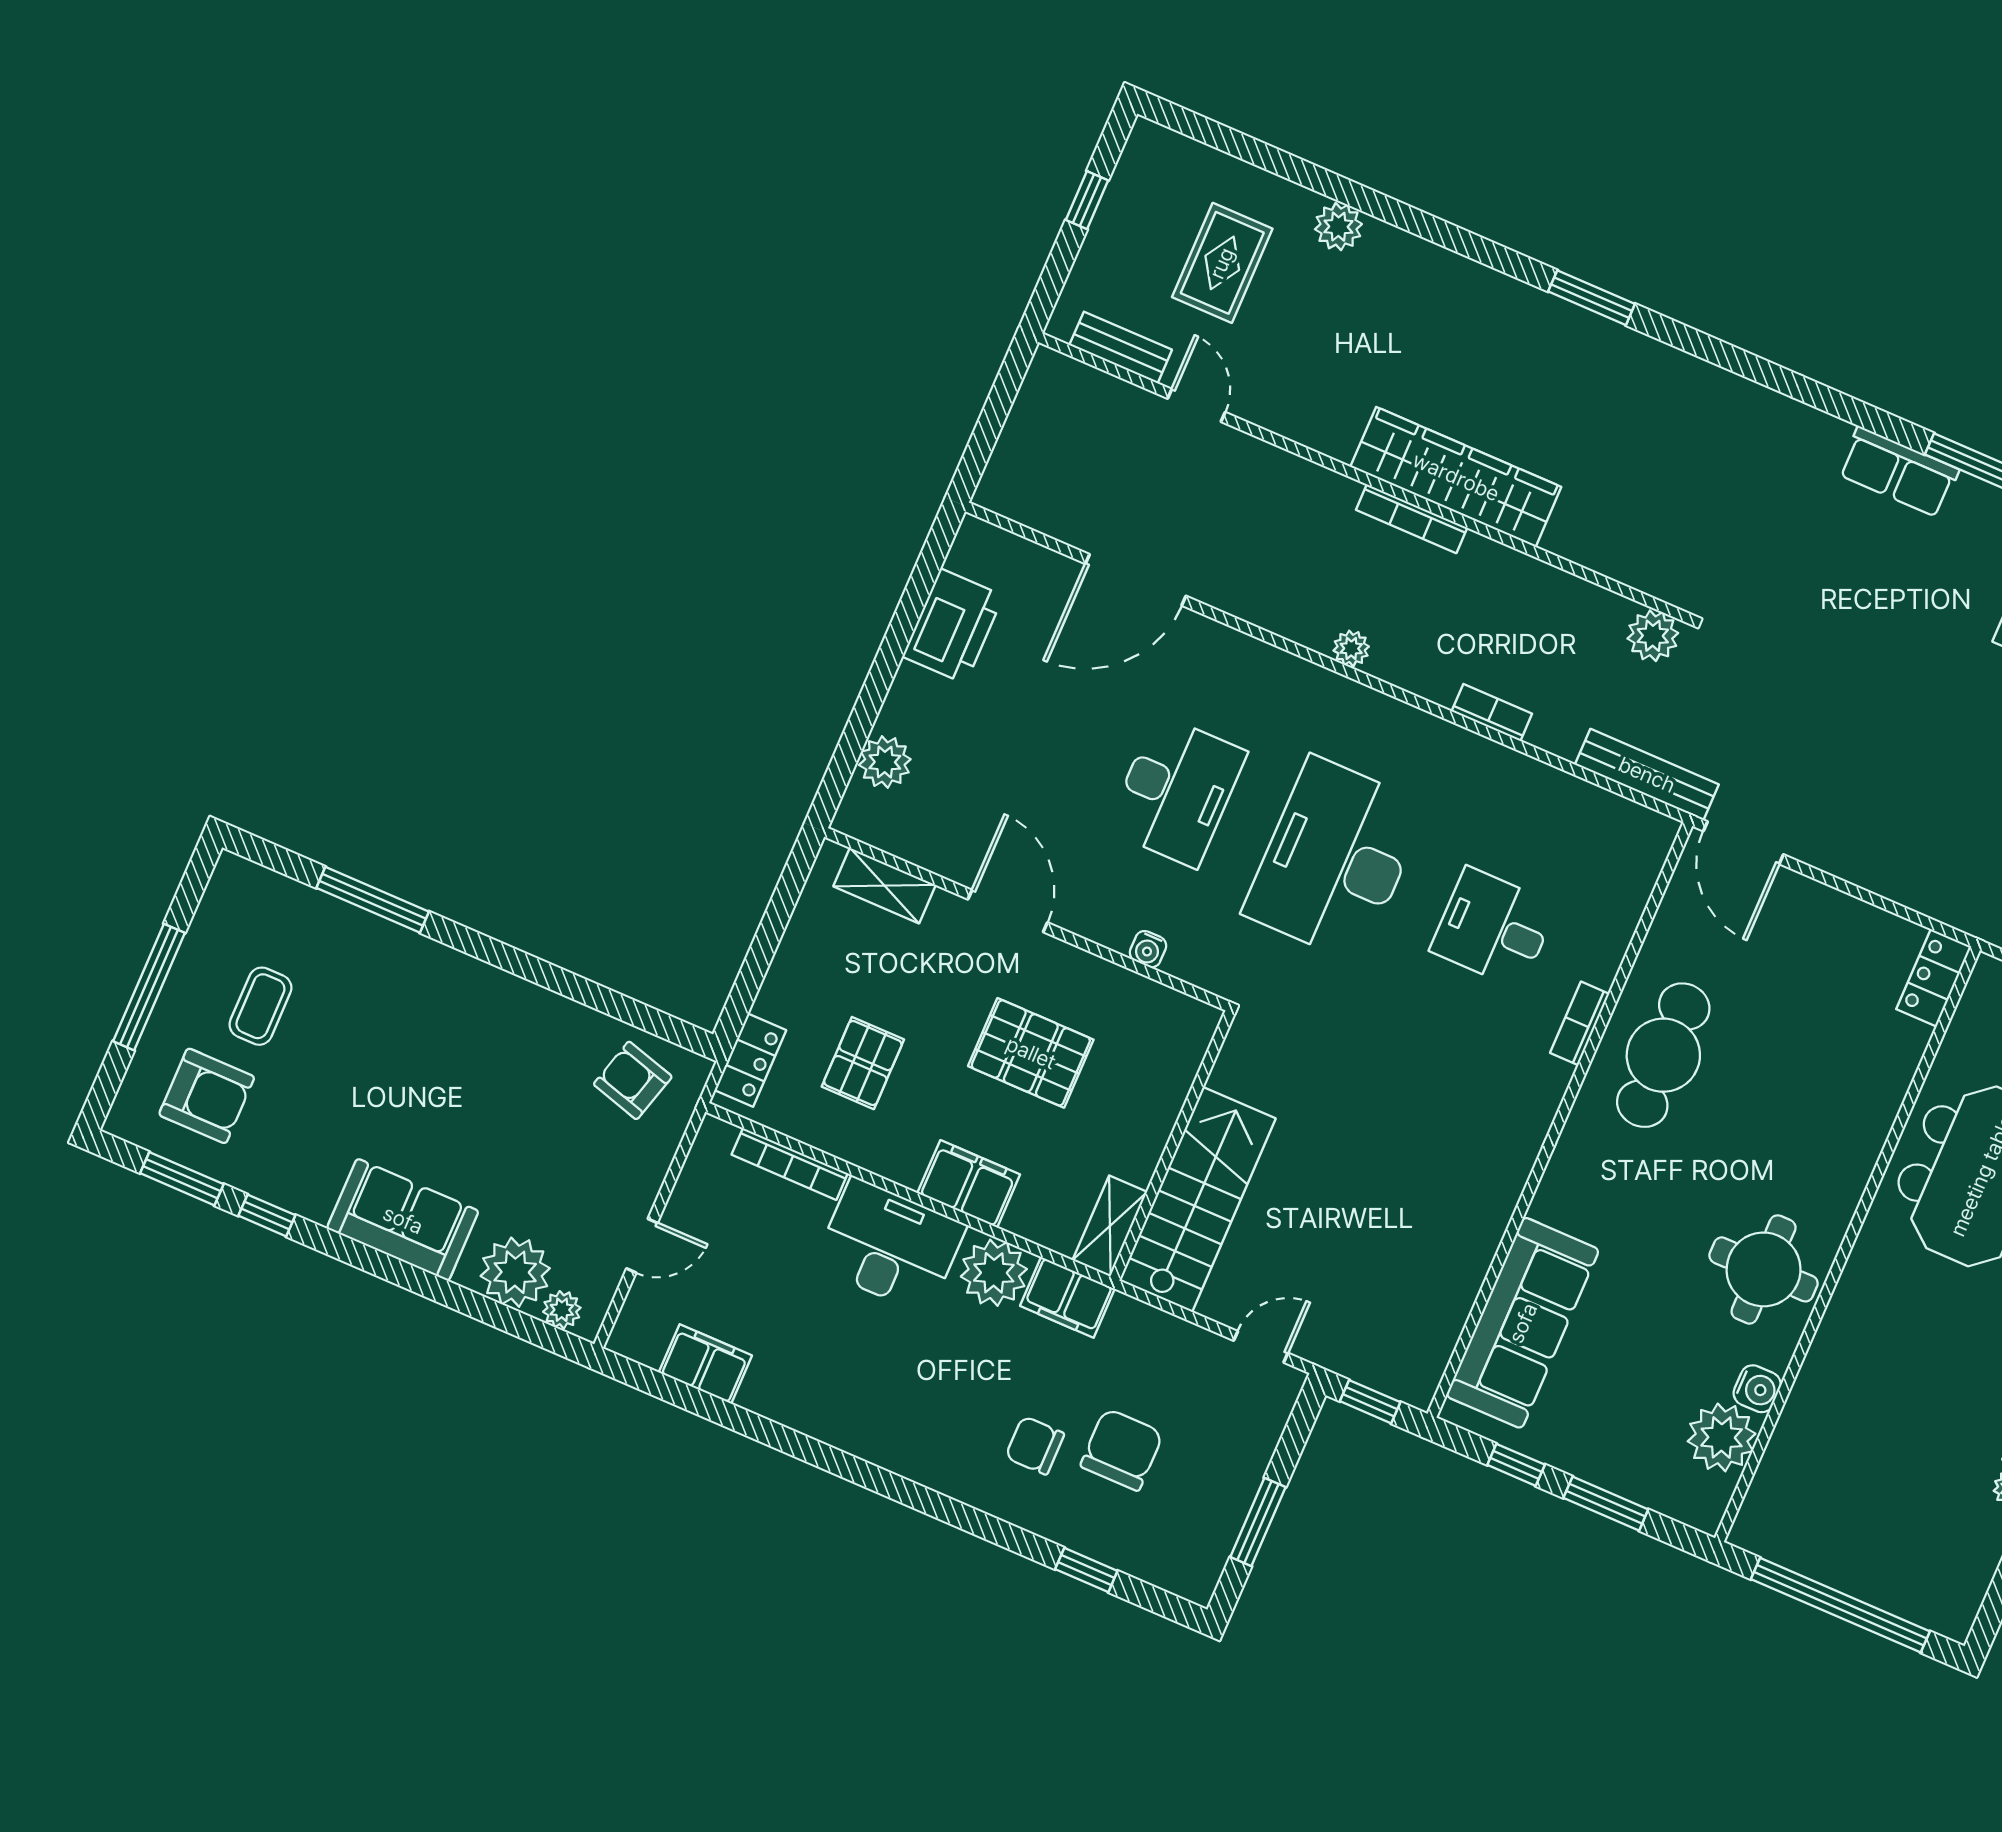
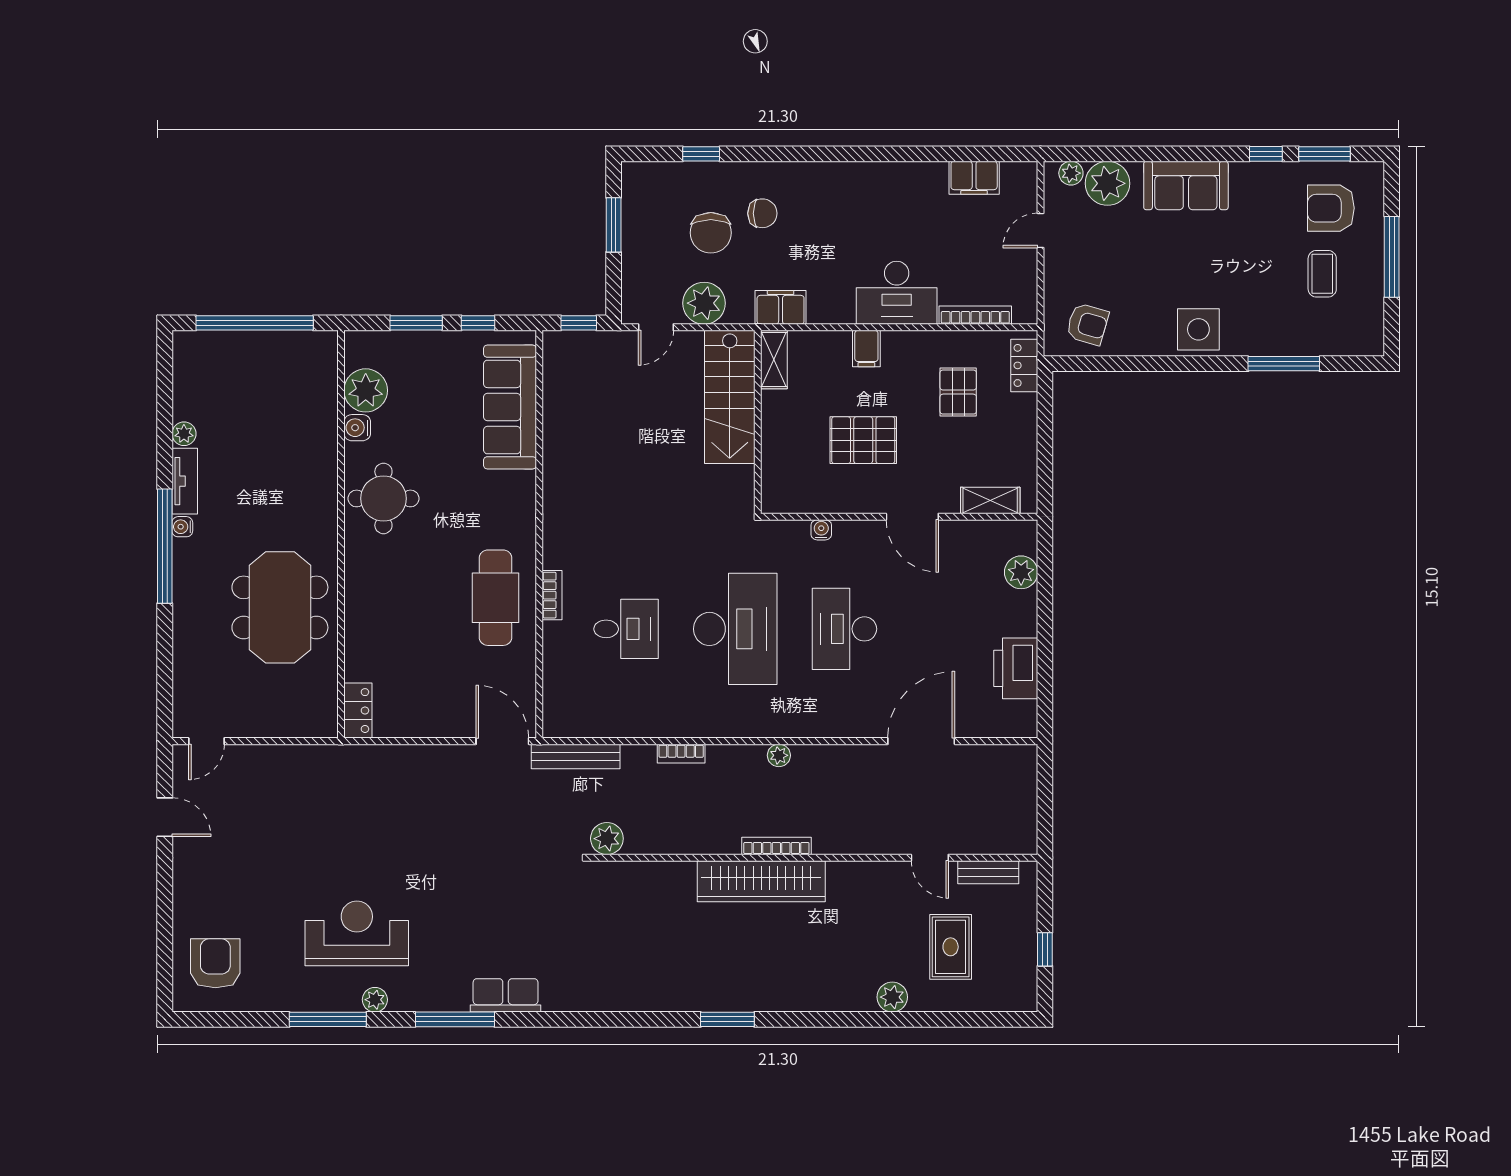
side table: (475, 1003) -> (1198, 329), added
filing cabinet: (969, 1184) -> (866, 349), width x0.50
plant: (994, 1273) -> (704, 303), moved

